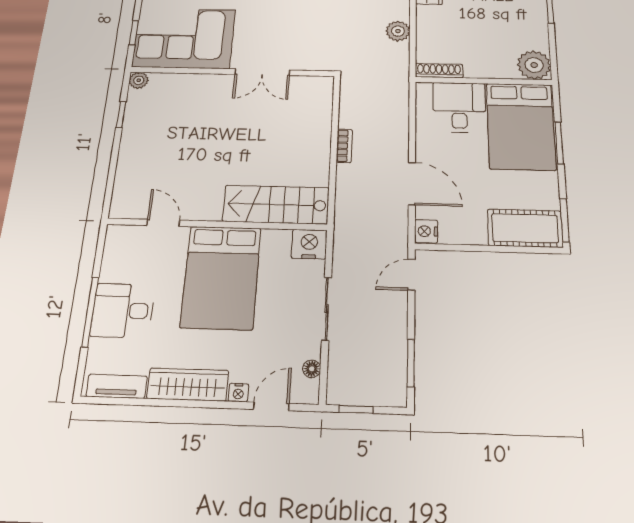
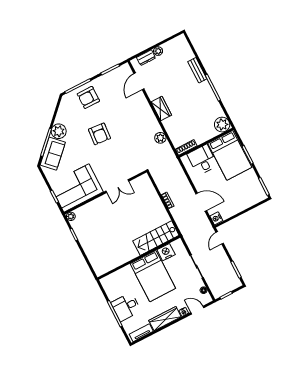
door: (163, 223) -> (119, 268), removed
cot: (525, 228) -> (251, 197), removed
nightstand: (309, 244) -> (166, 252), moved
door: (271, 406) -> (197, 310), hinge flipped

